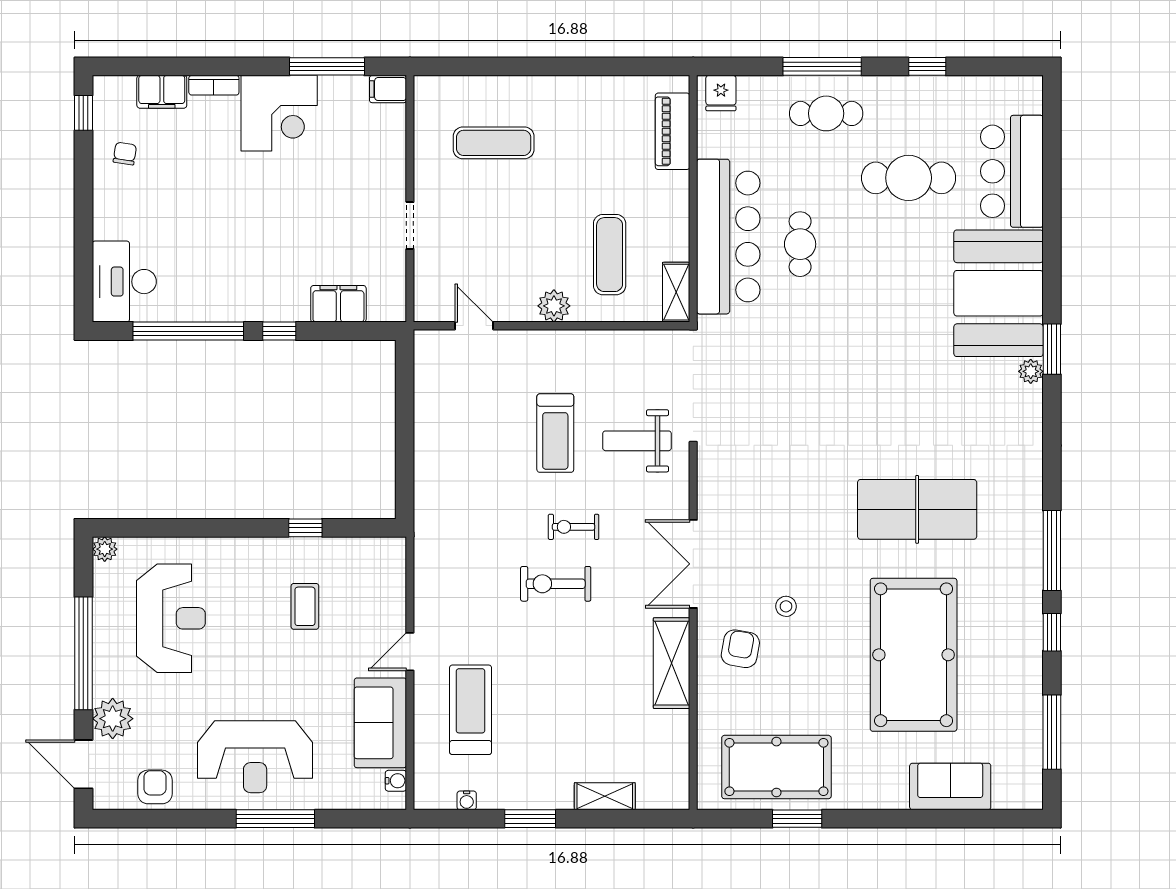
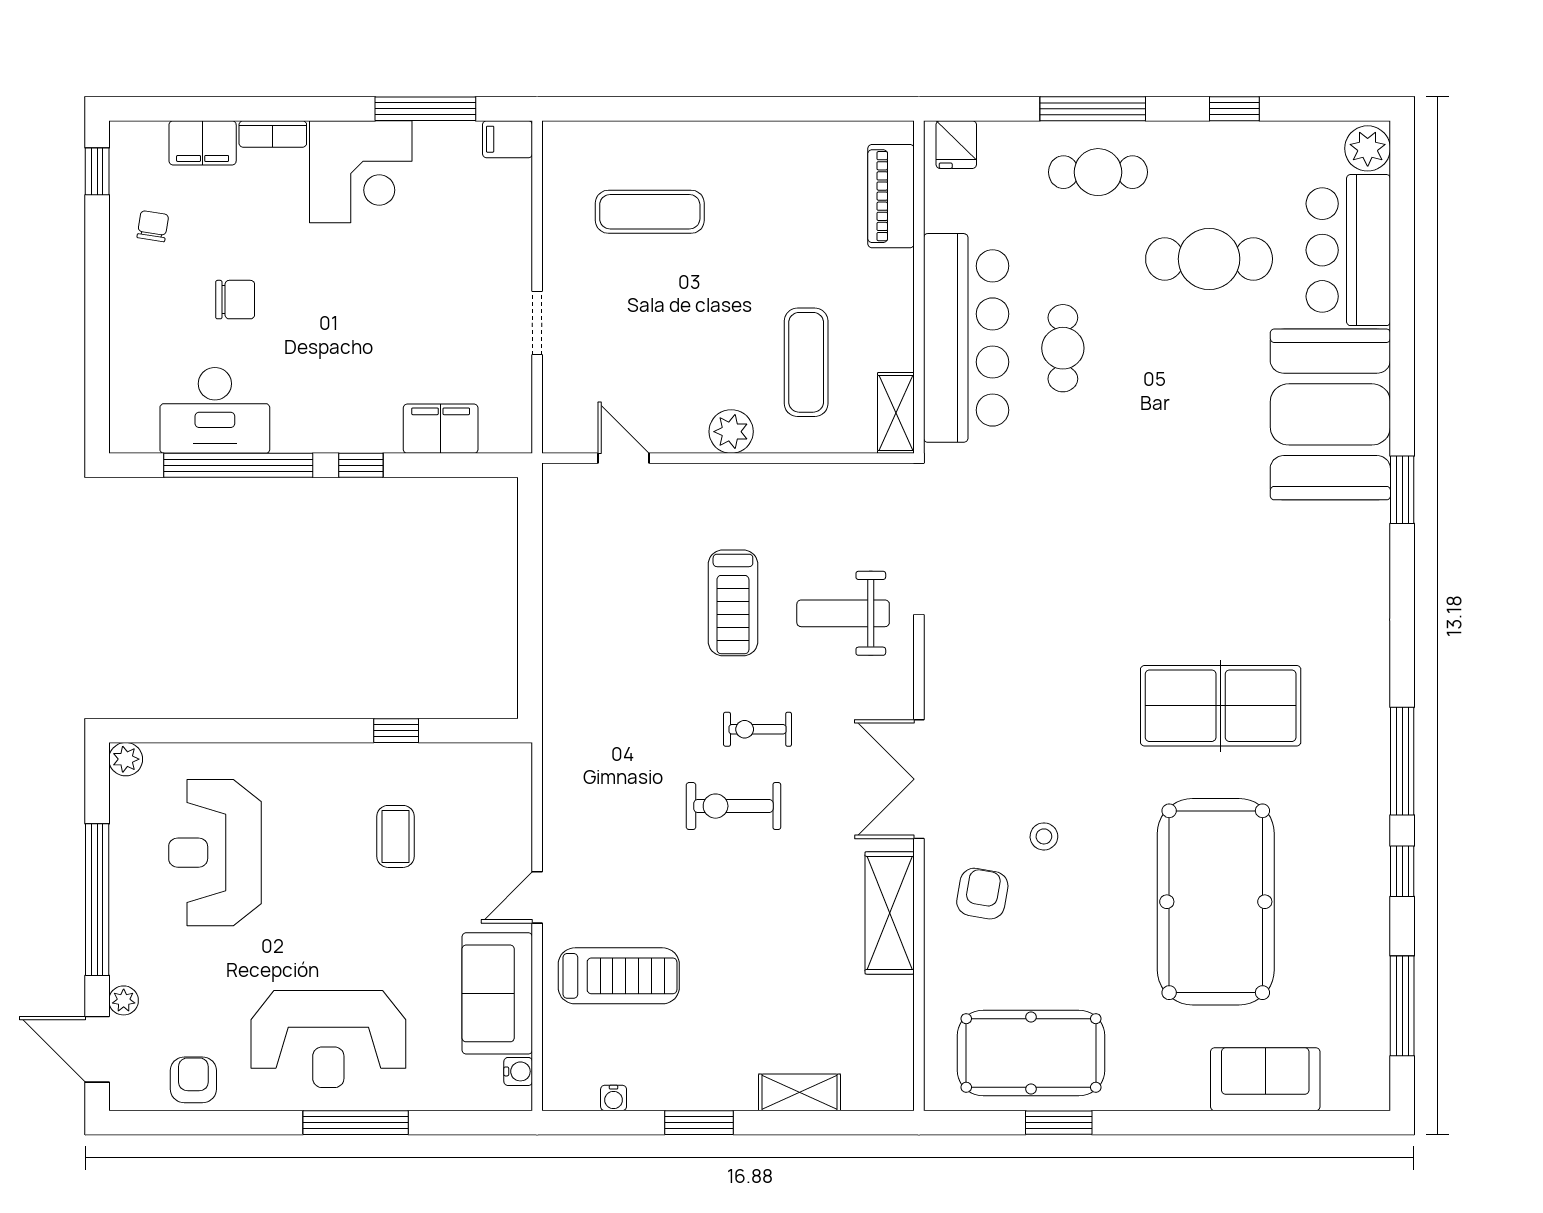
chair: (186, 208) -> (235, 300), added
desk: (124, 282) -> (215, 410), moved, turned -90
plant: (1031, 371) -> (1368, 148), moved, width x1.38, depth x1.38
reception desk: (171, 618) -> (215, 853), turned 180
treadmill: (471, 710) -> (619, 976), turned 90
plant: (113, 719) -> (124, 1000), width x0.53, depth x0.53

